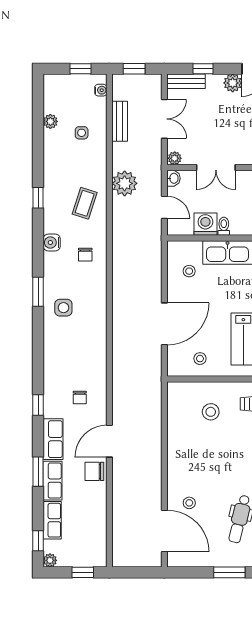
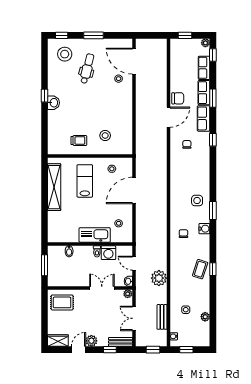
coffee table: (85, 203) -> (200, 269), moved
water cooler: (52, 243) -> (204, 229), moved

